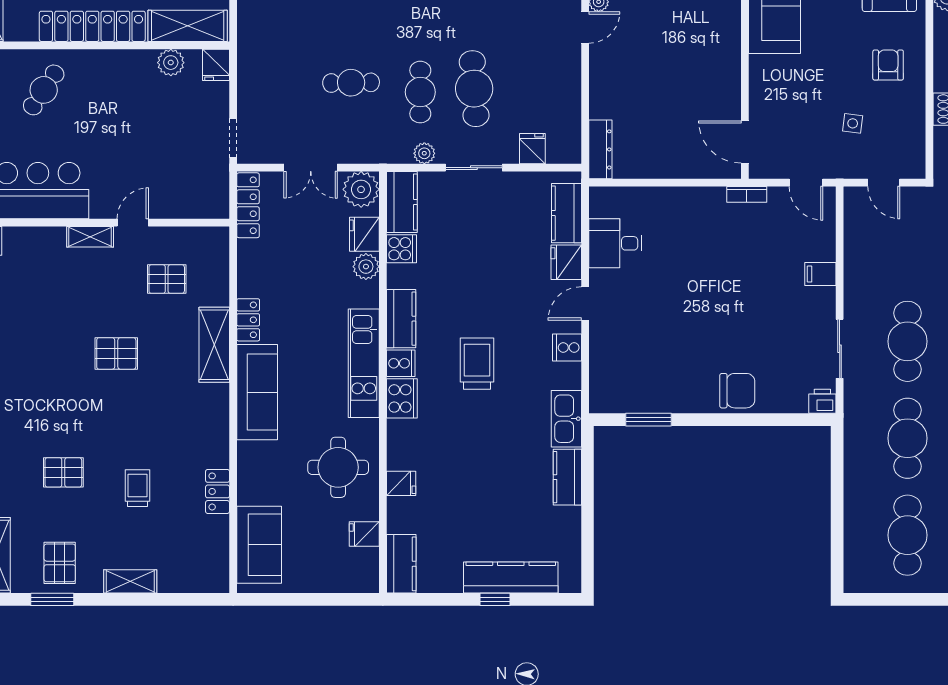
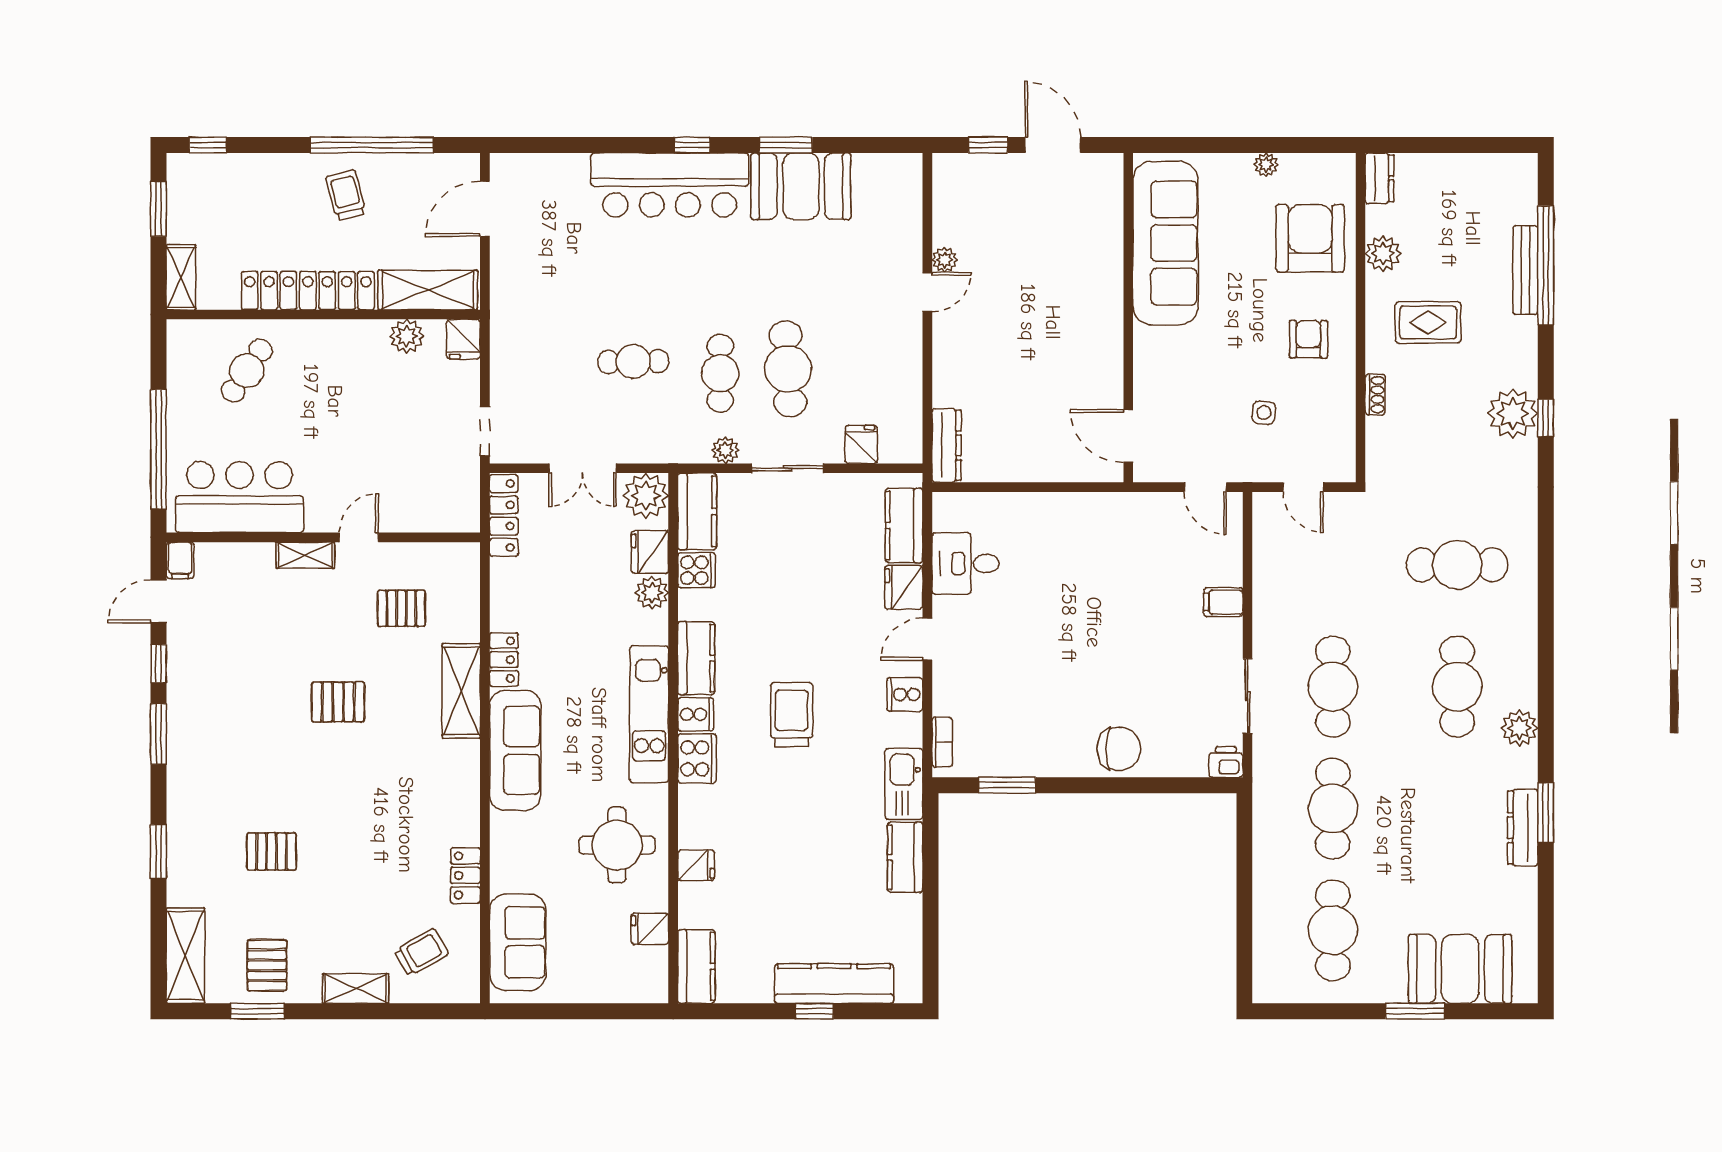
bookcase: (747, 194) -> (942, 742), moved, turned -90
trolley: (137, 488) -> (421, 952), moved, turned 60

